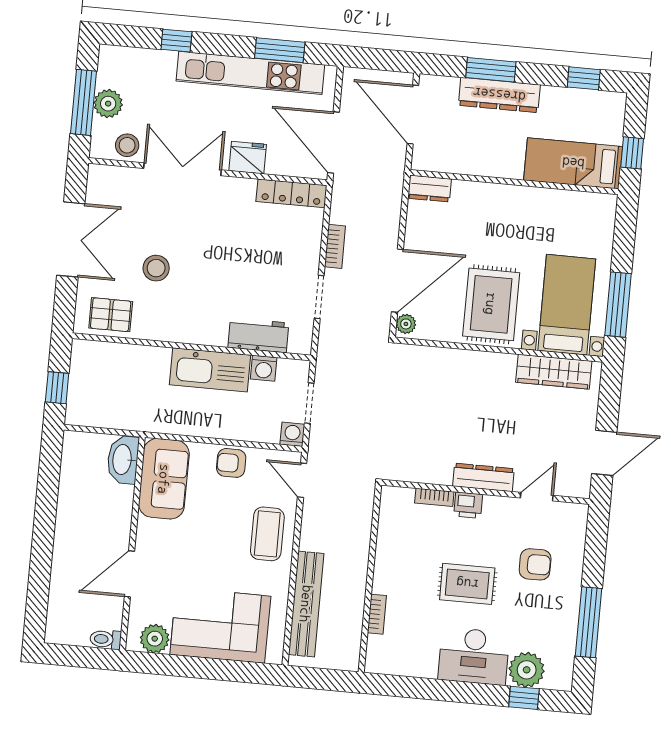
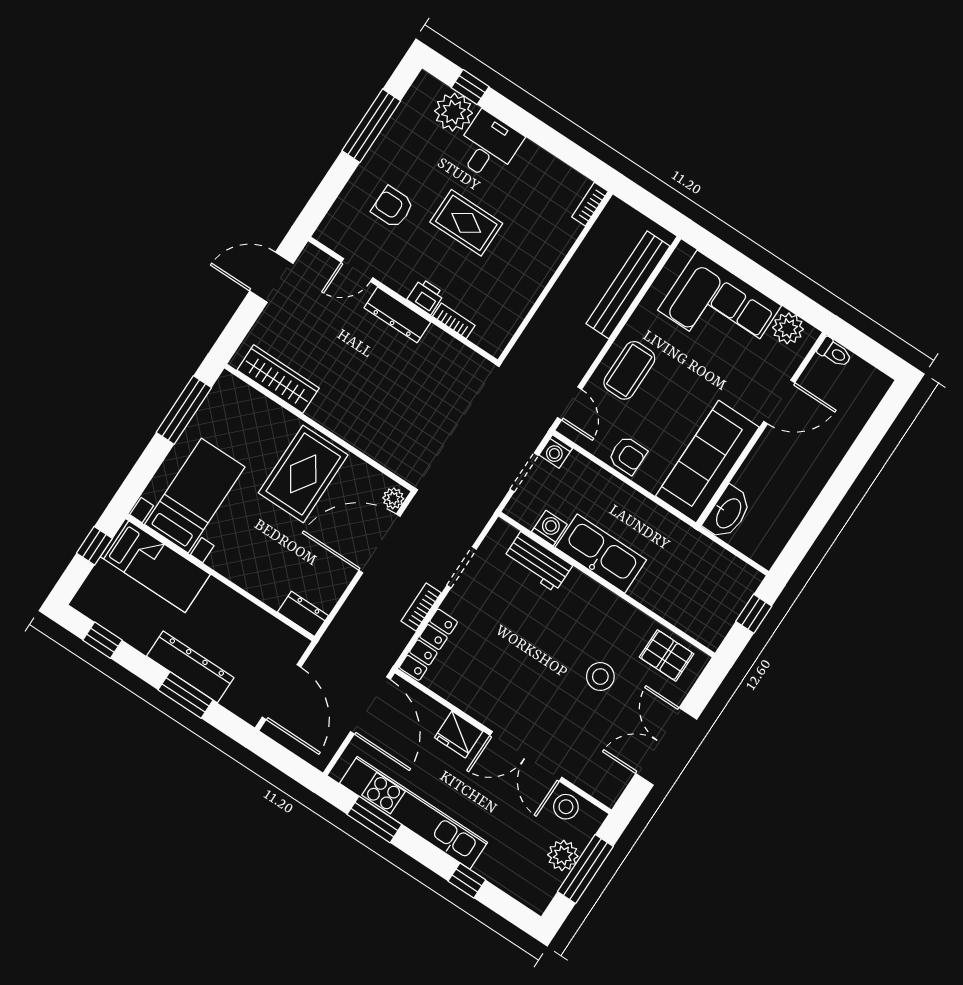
locker: (291, 193) -> (428, 645), moved, turned 90
bed with nightstands: (567, 305) -> (195, 496), moved, turned 180
sofa: (164, 479) -> (707, 462), width x1.36
bookcase: (377, 614) -> (590, 204), moved
desk: (474, 656) -> (488, 146), width x0.73

